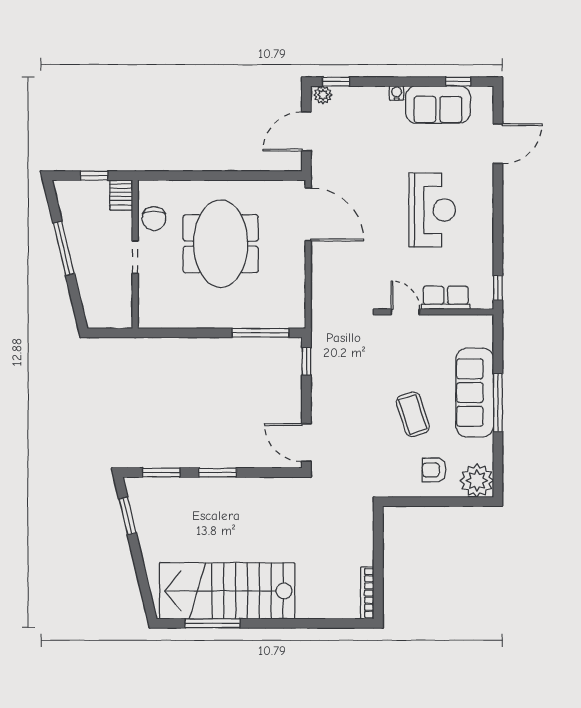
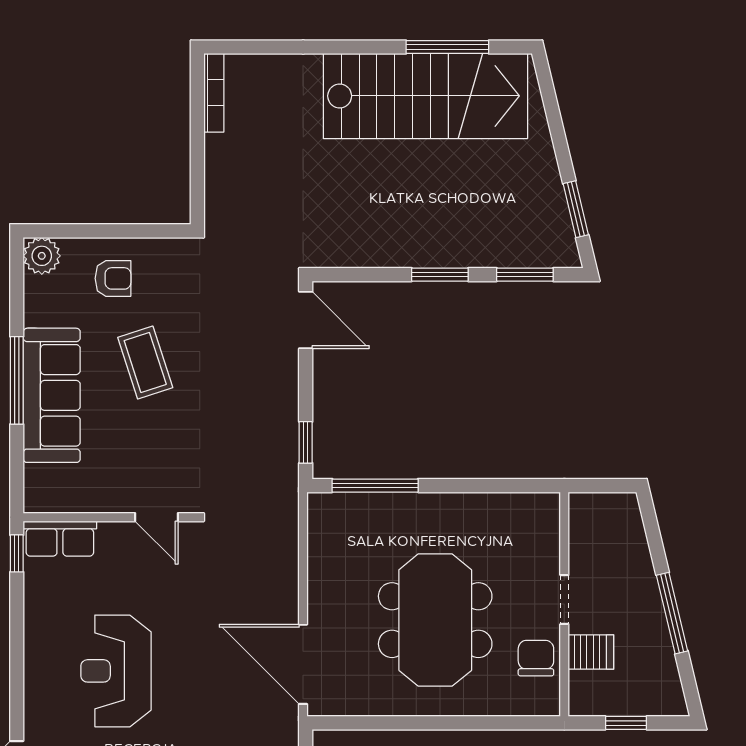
server rack: (121, 195) -> (591, 652), moved, turned 90
row of seats: (446, 298) -> (60, 539), moved
plant: (477, 481) -> (42, 256), width x0.73, depth x0.73

